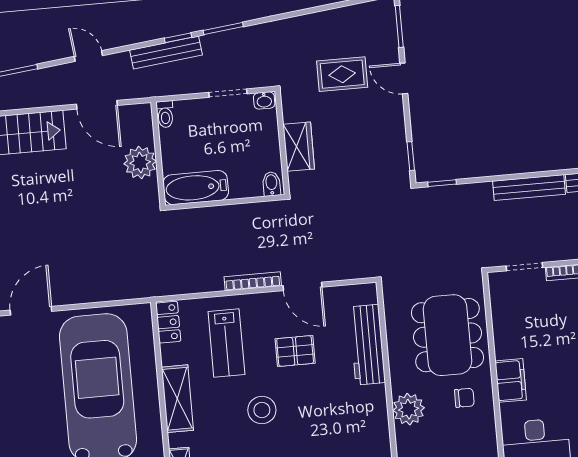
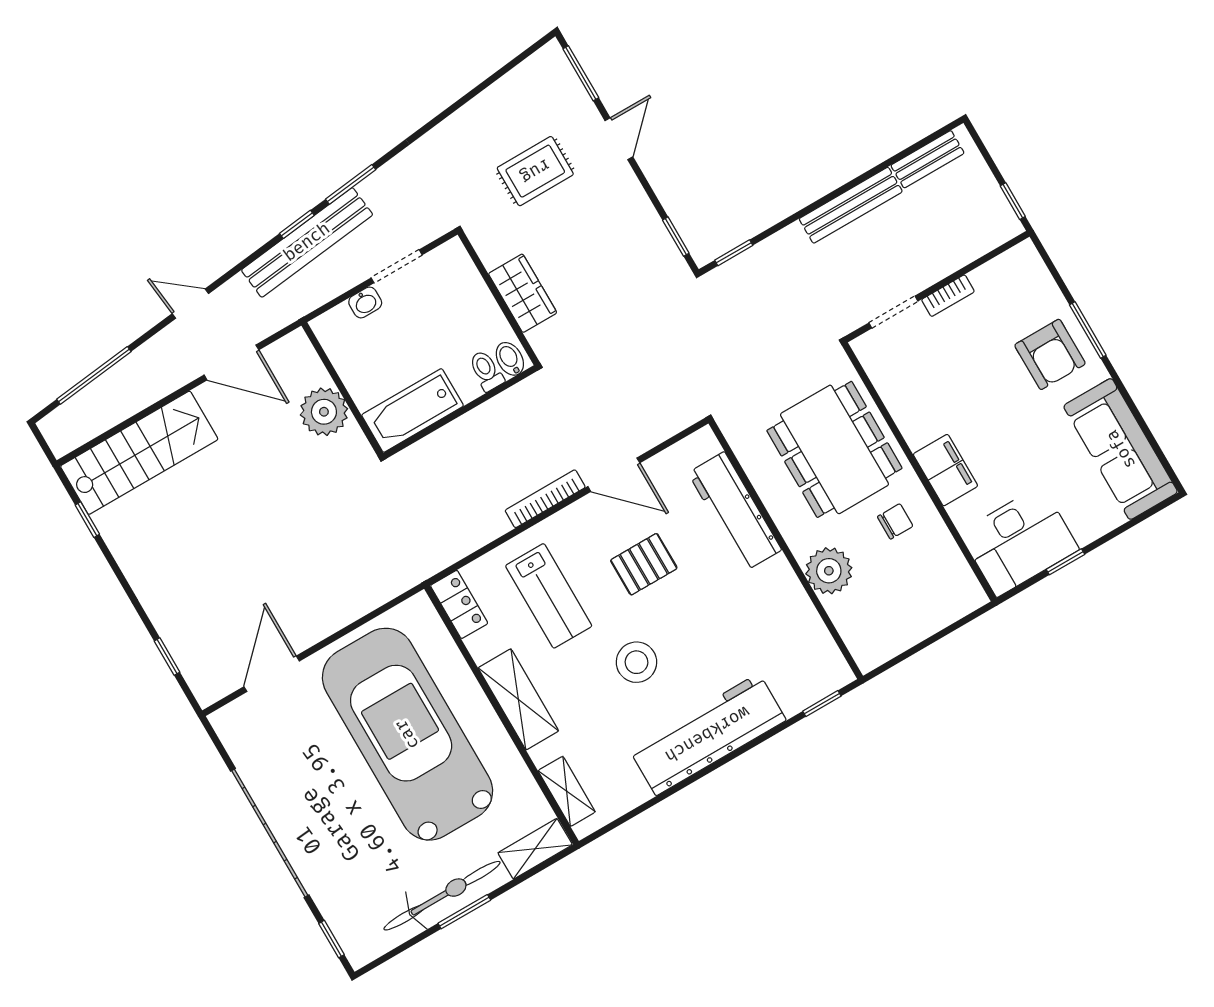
bench: (166, 53) -> (307, 242), width x1.37, depth x1.21
door: (404, 78) -> (619, 139), swing flipped
washbasin: (264, 100) -> (365, 302), moved
toilet: (165, 114) -> (486, 371), moved, turned 180

